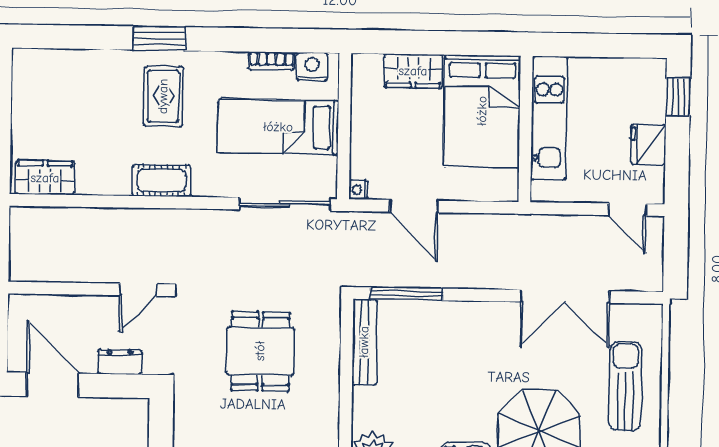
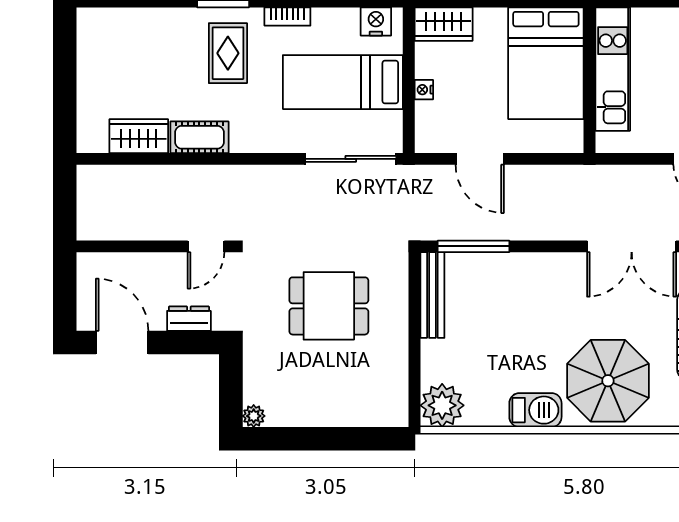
bookcase: (271, 61) -> (287, 16), moved
wardrobe: (413, 71) -> (444, 24), moved
wardrobe: (45, 178) -> (139, 136), moved
cot: (162, 181) -> (199, 137), moved
nightstand: (358, 190) -> (424, 90), moved
dining table: (260, 351) -> (329, 306), turned 90

